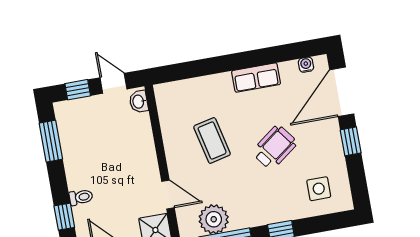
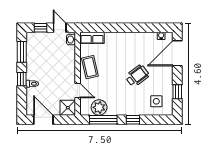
row of seats: (256, 78) -> (92, 38), moved
coffee table: (212, 140) -> (90, 67), moved
window: (351, 141) -> (177, 92), moved
window: (64, 217) -> (22, 79), moved

